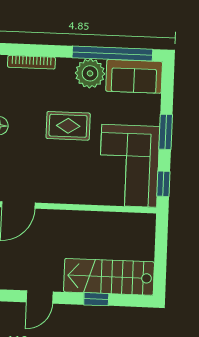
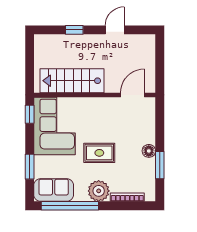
plant: (90, 73) -> (99, 191), moved
window: (166, 132) -> (30, 167), moved
stairs: (109, 277) -> (72, 81), moved, turned 180

